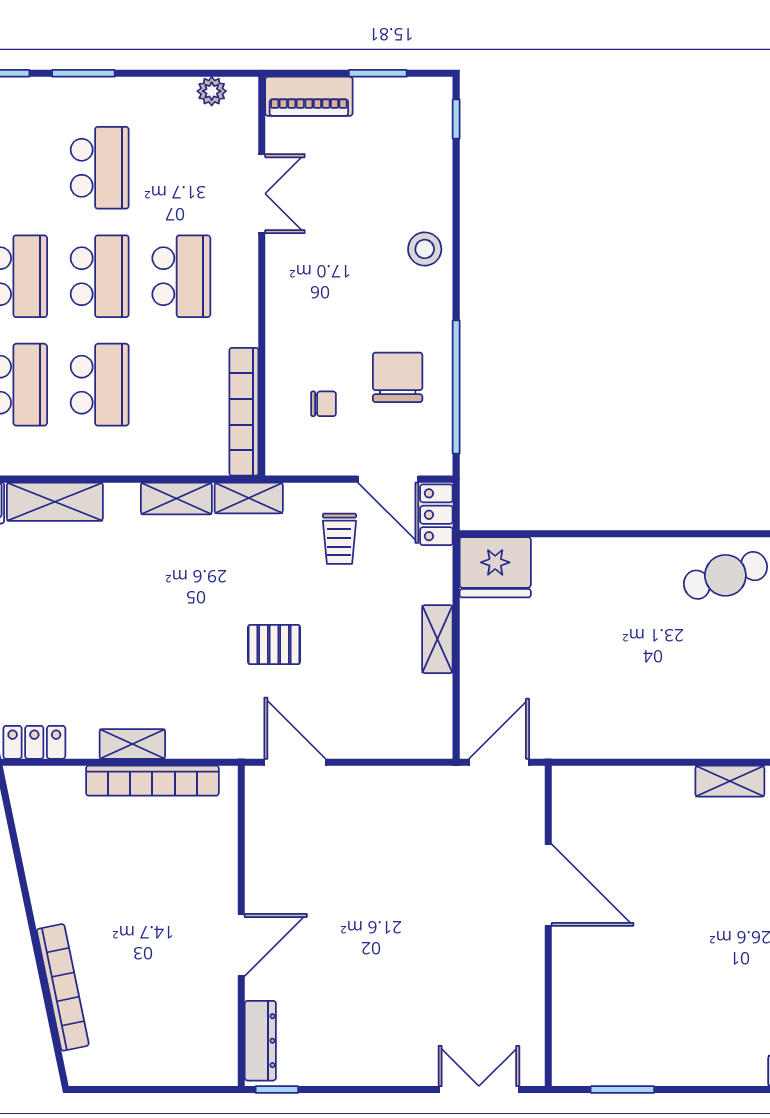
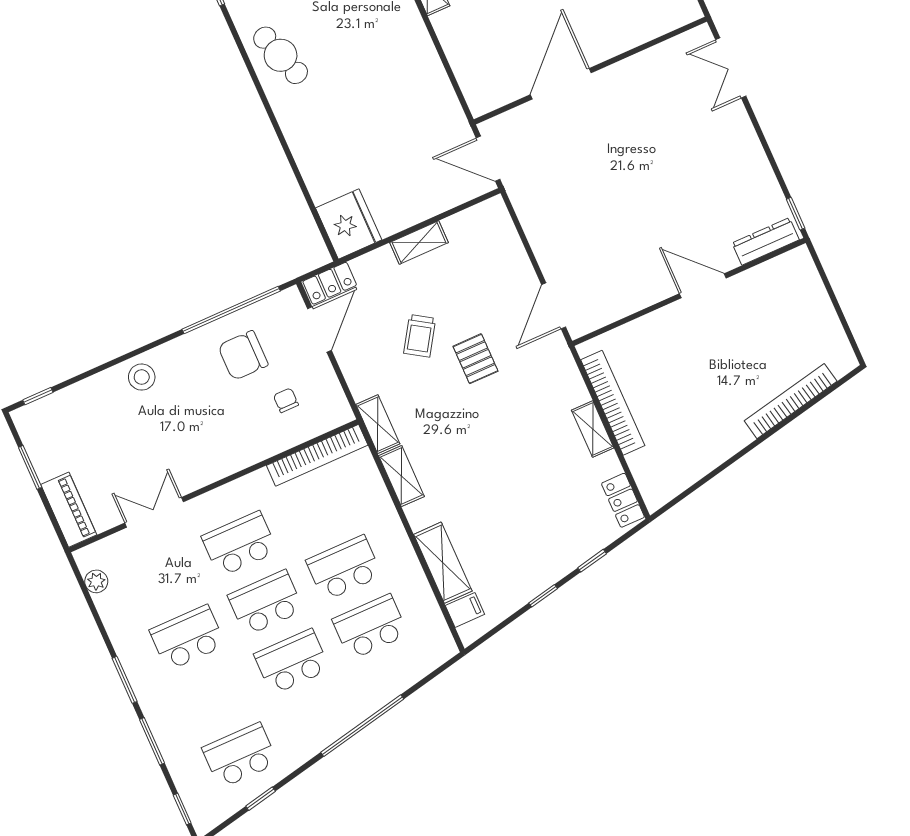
trolley: (339, 539) -> (420, 336), moved, turned 123

